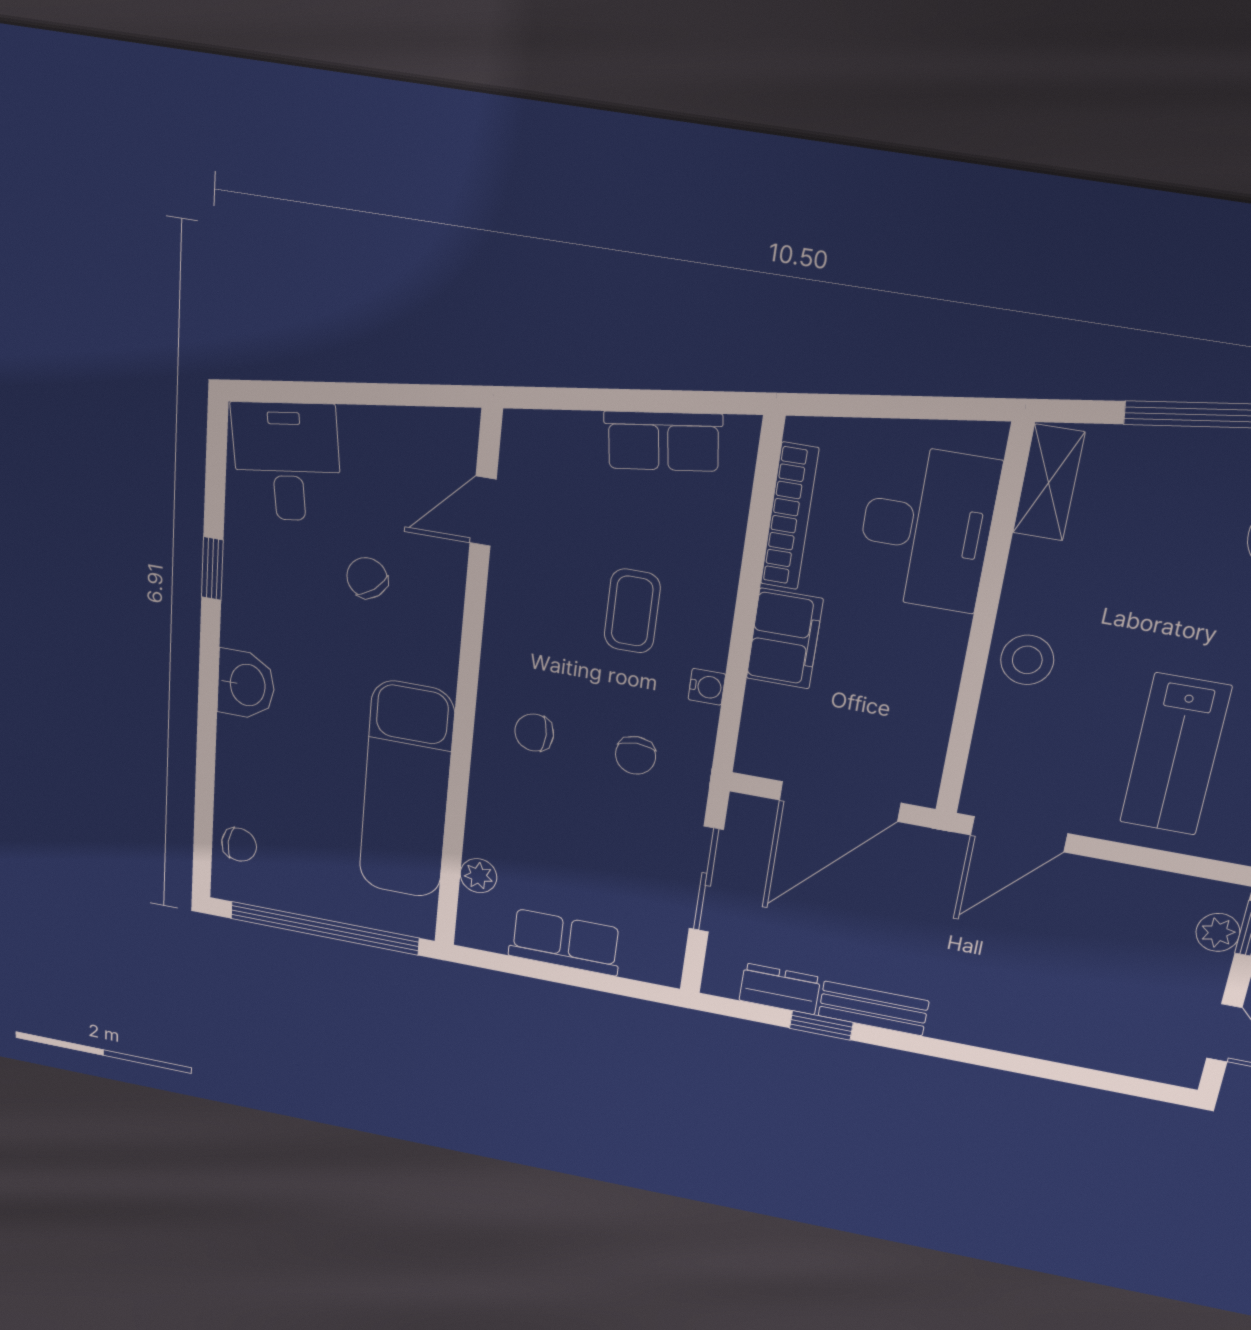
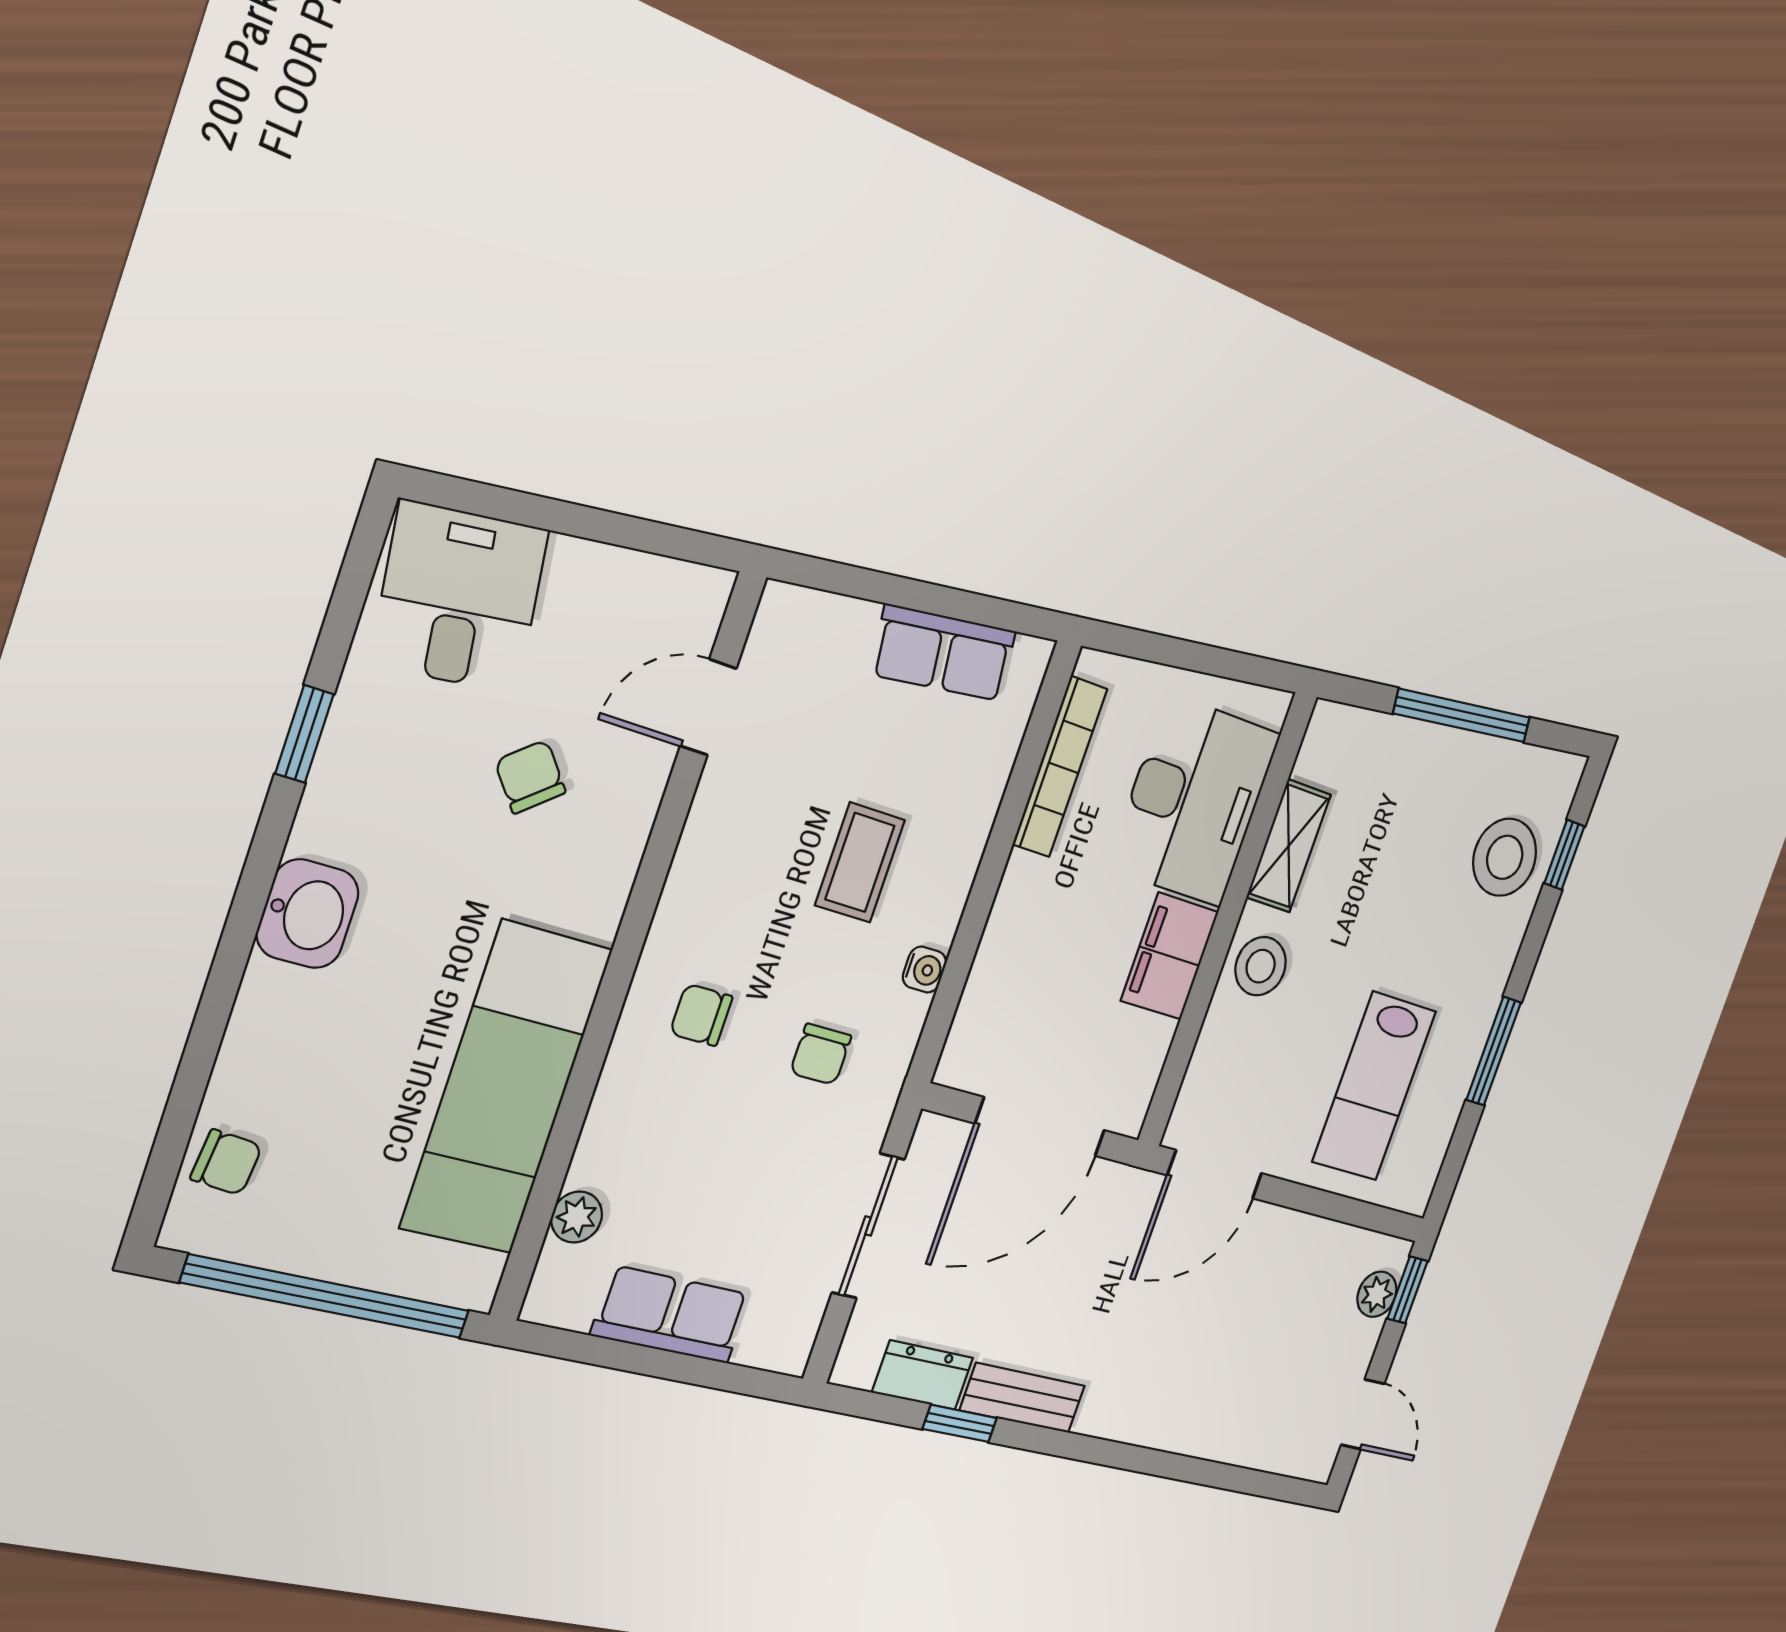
shelving: (1049, 483) -> (1289, 846), moved
filing cabinet: (785, 639) -> (1170, 956), moved, turned 180

